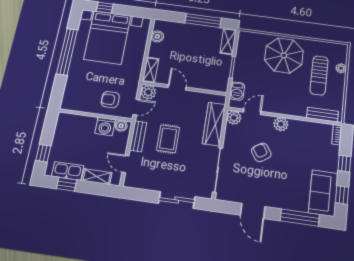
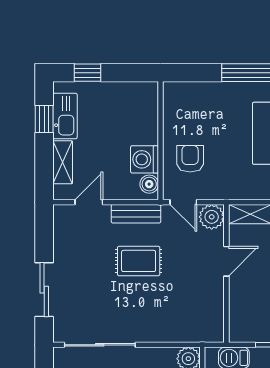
wardrobe: (214, 124) -> (173, 329), removed

